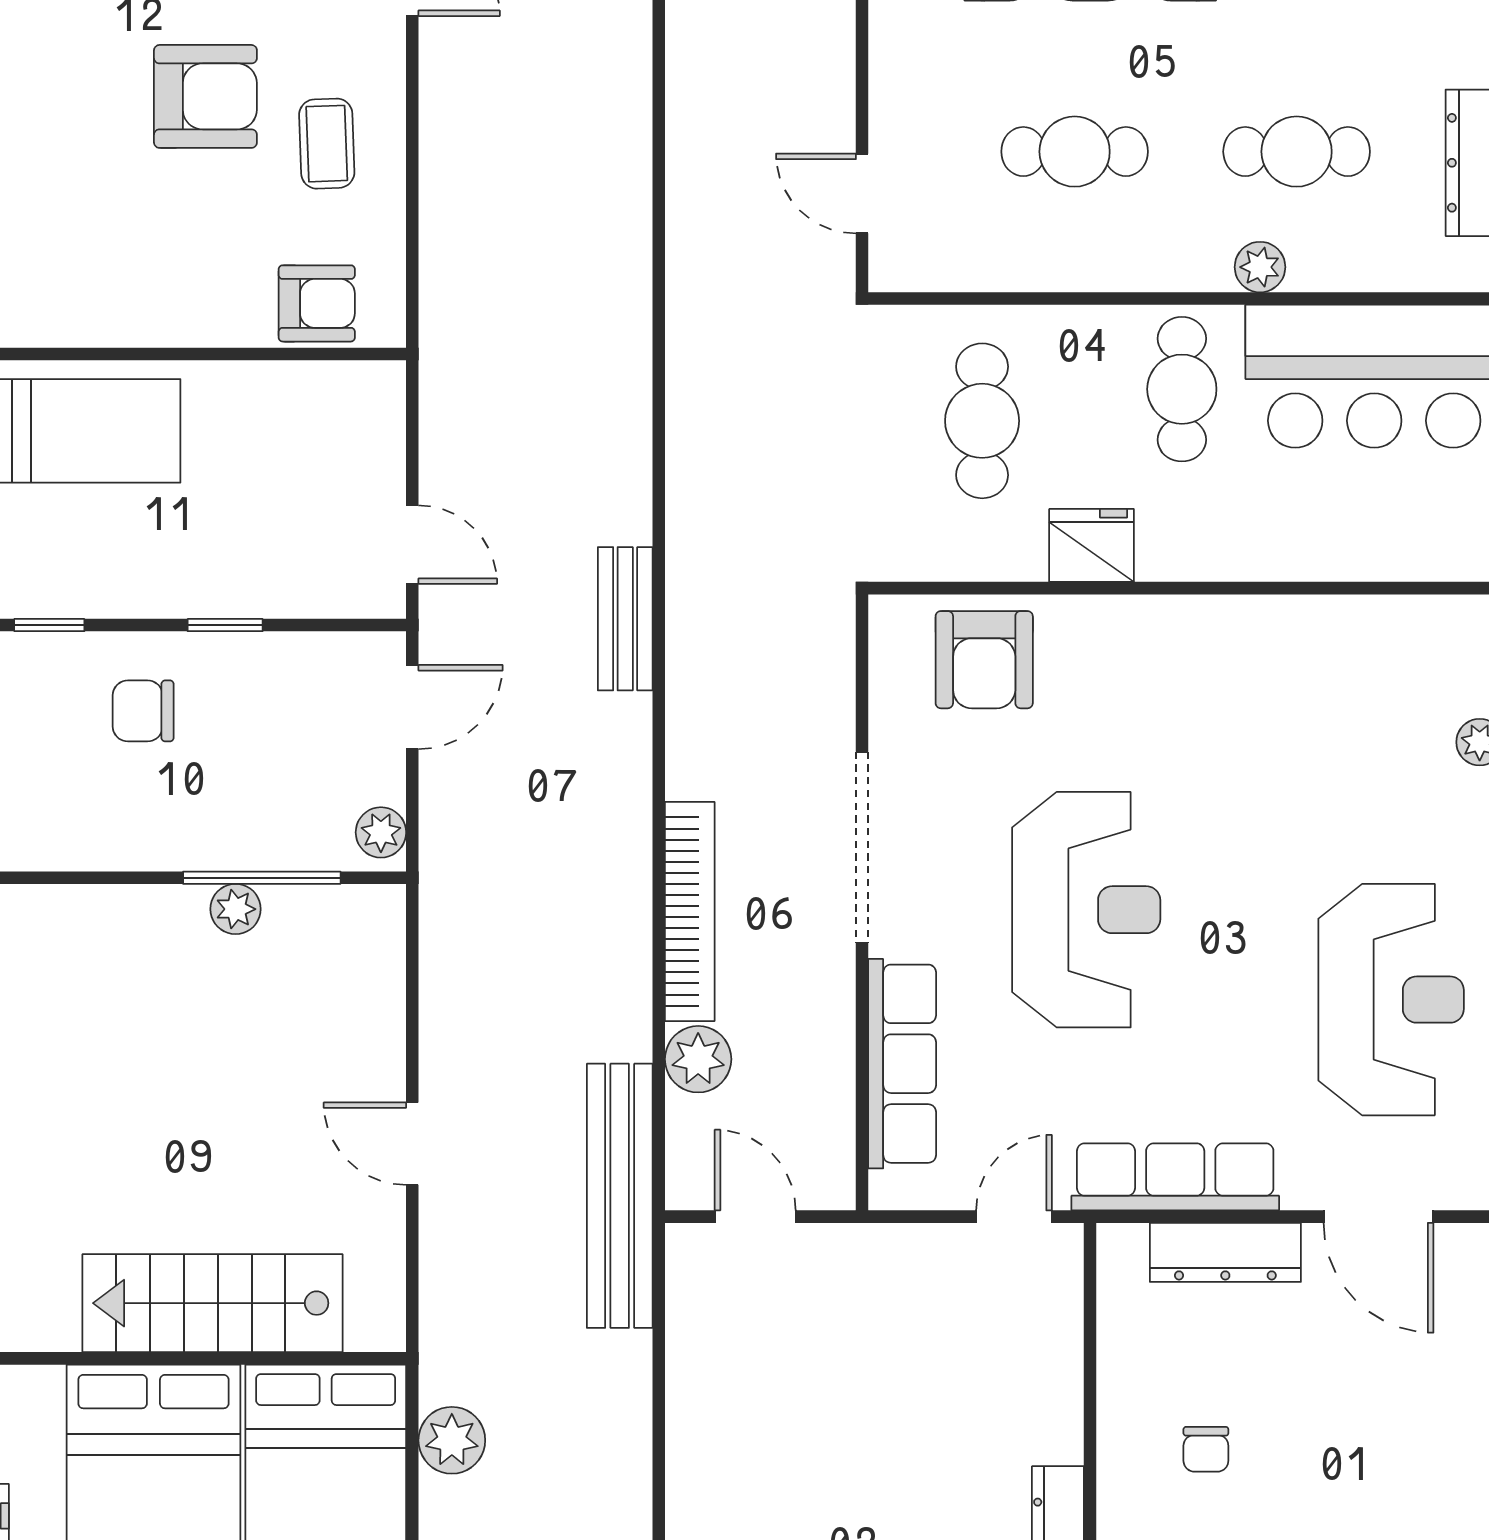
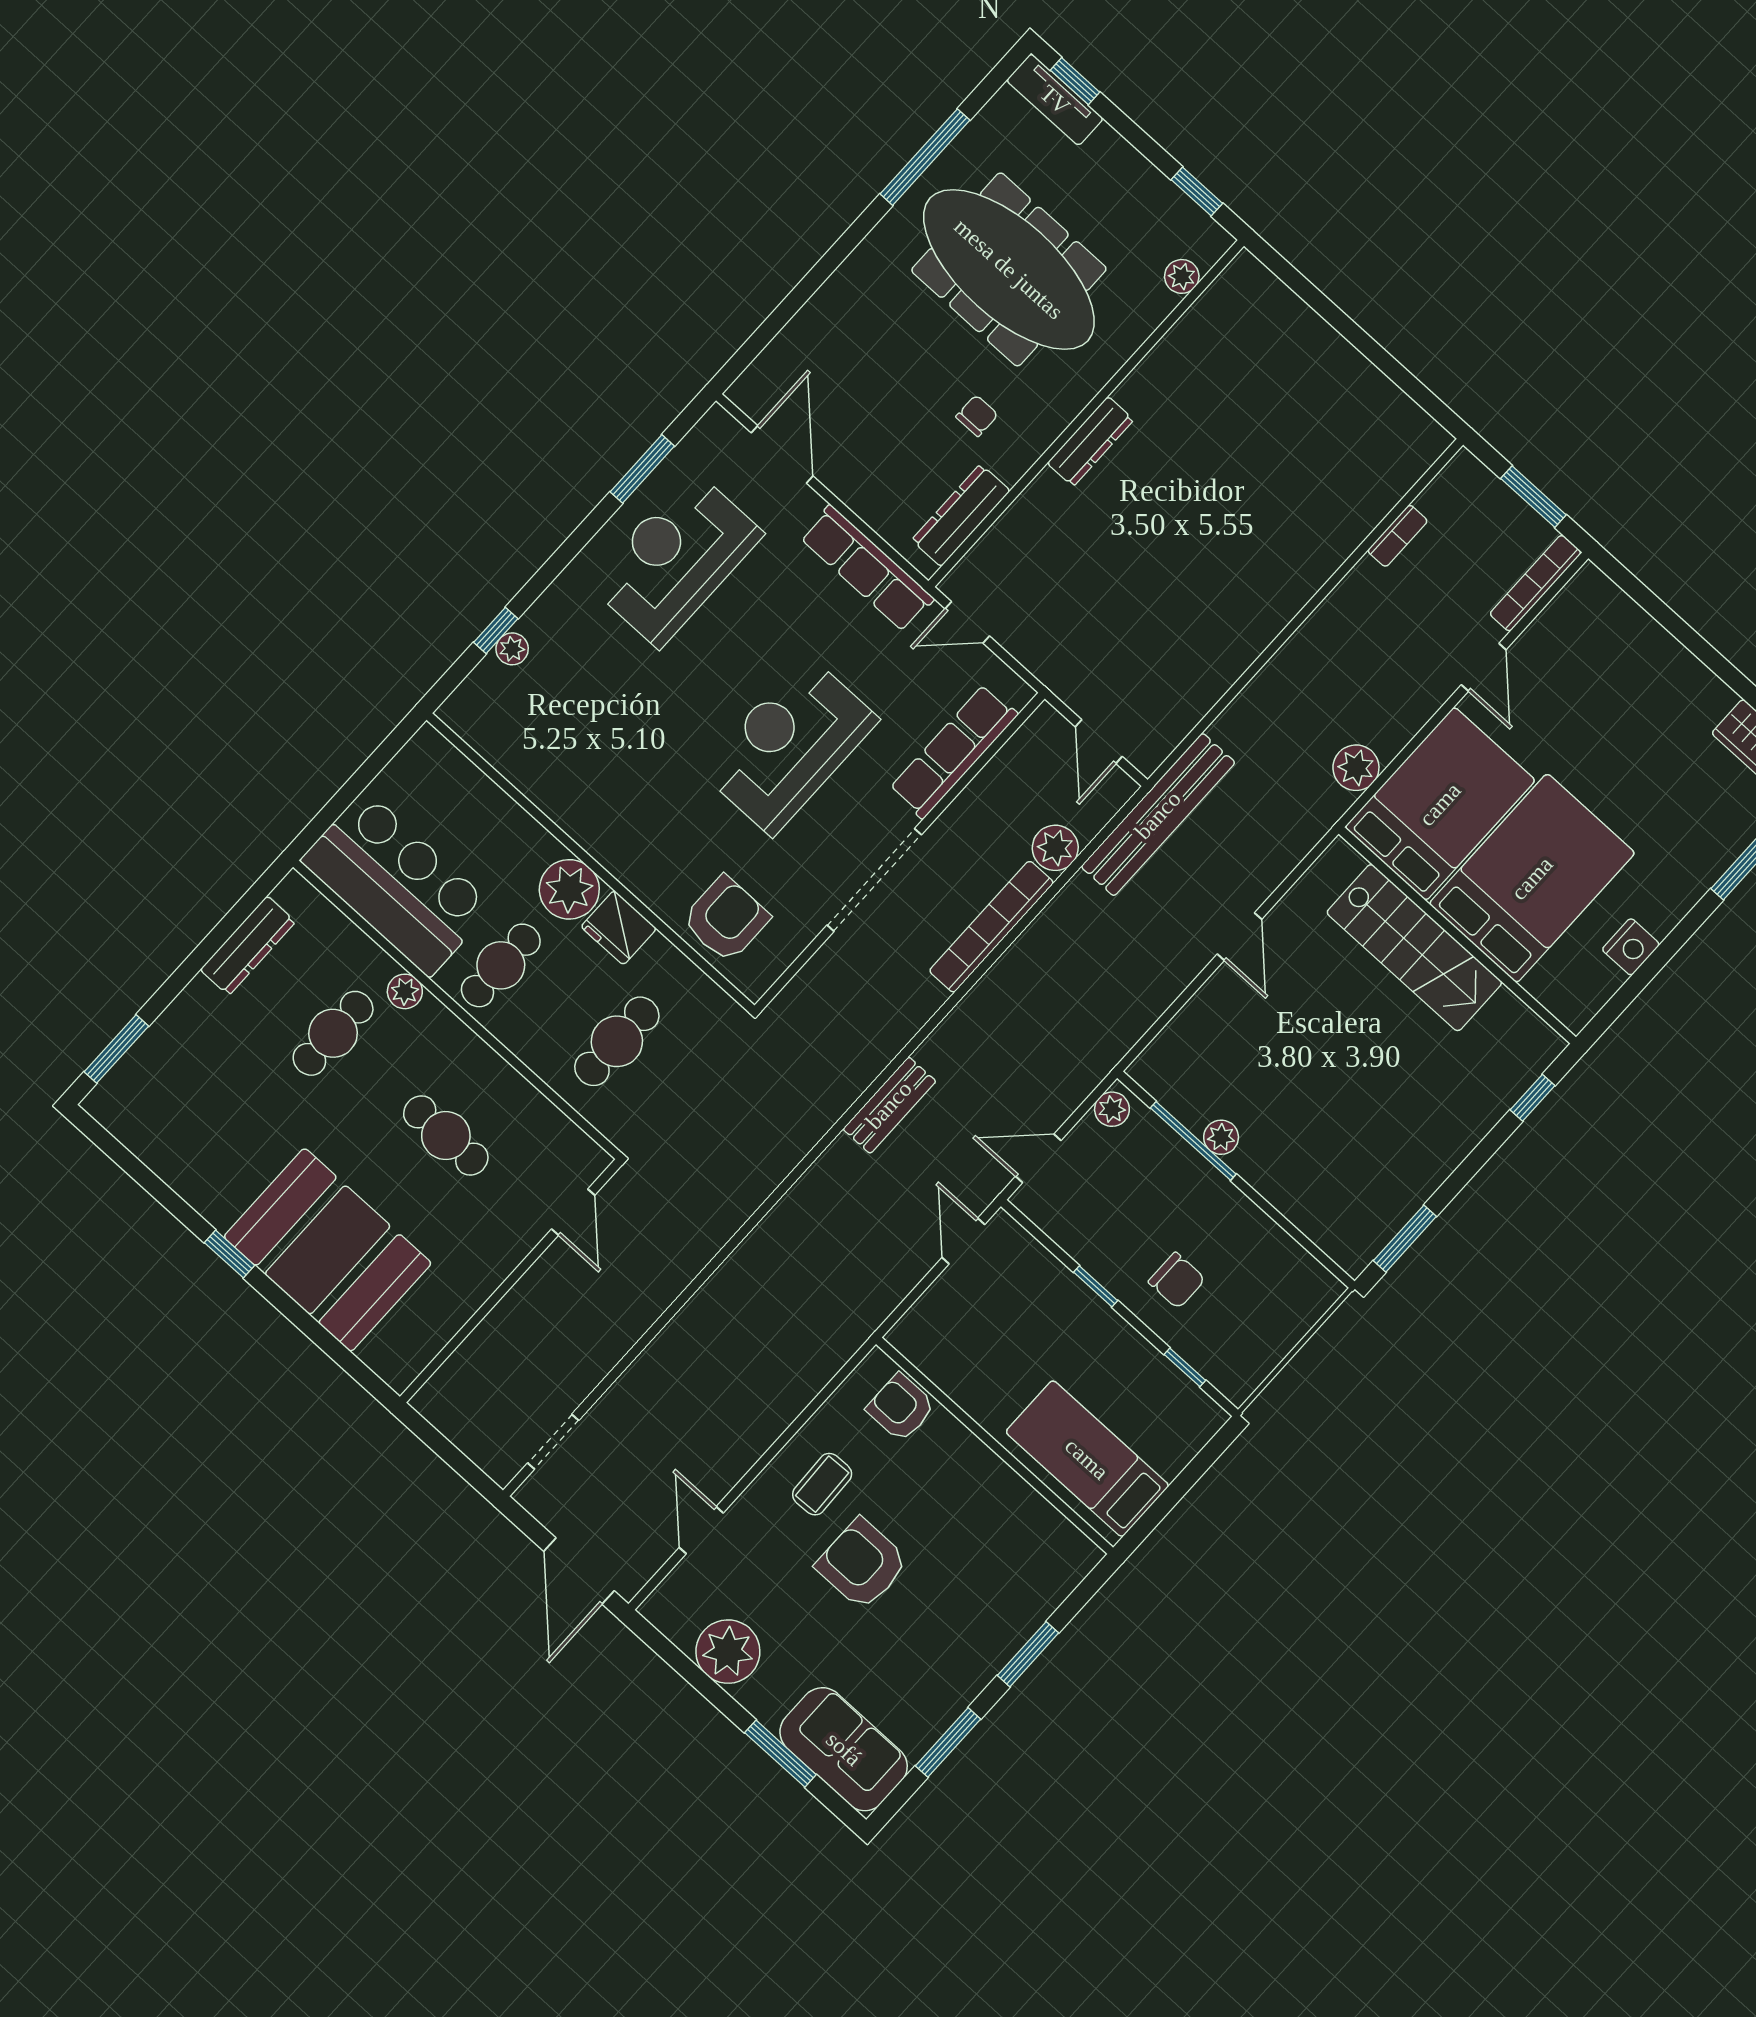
cafe table: (1297, 152) -> (333, 1033), turned 90
plant: (1182, 538) -> (569, 889), added
dresser: (1225, 1252) -> (961, 515), moved, turned -90

